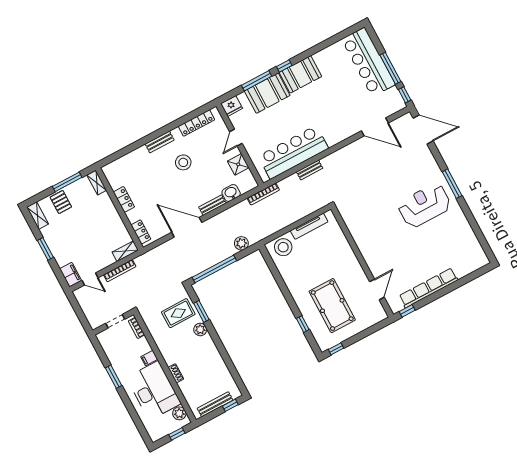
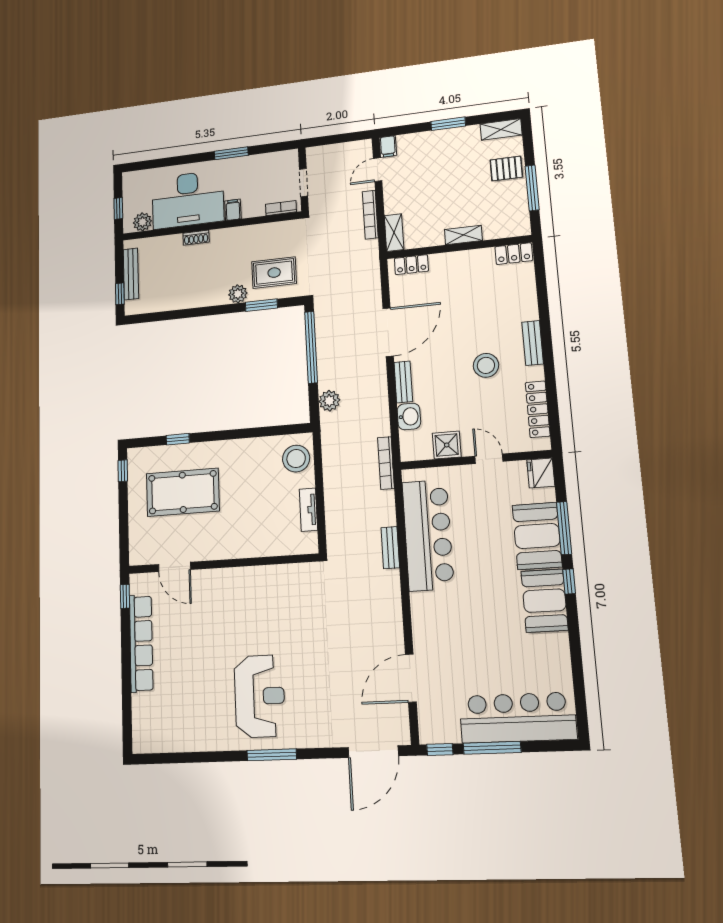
shelving: (97, 183) -> (463, 235), moved
locker: (124, 199) -> (514, 254), moved
tv unit: (309, 226) -> (308, 510), width x0.71
filing cabinet: (71, 275) -> (388, 146), width x0.50
rug: (178, 313) -> (274, 273), turned 90

